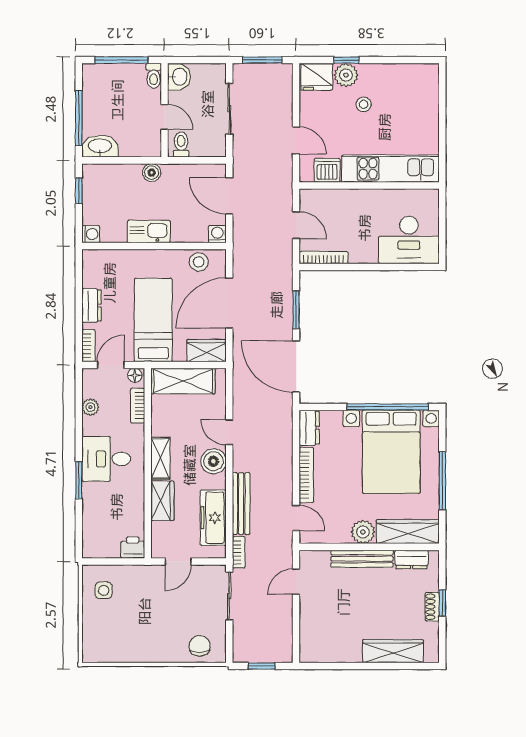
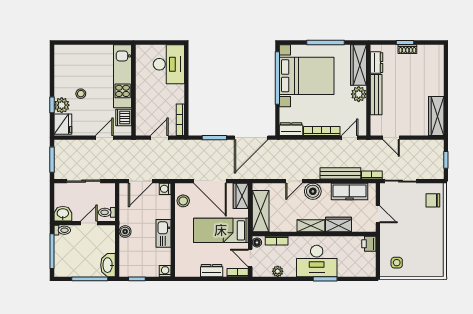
desk: (106, 459) -> (317, 261), width x1.37
wardrobe: (393, 651) -> (436, 116), moved

